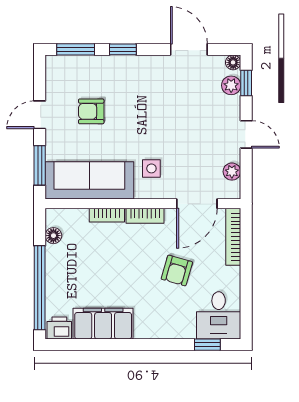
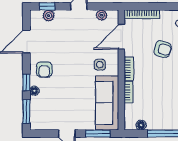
floor lamp: (233, 62) -> (34, 91), moved
armchair: (91, 111) -> (44, 69), moved
door: (197, 204) -> (121, 37), swing flipped

